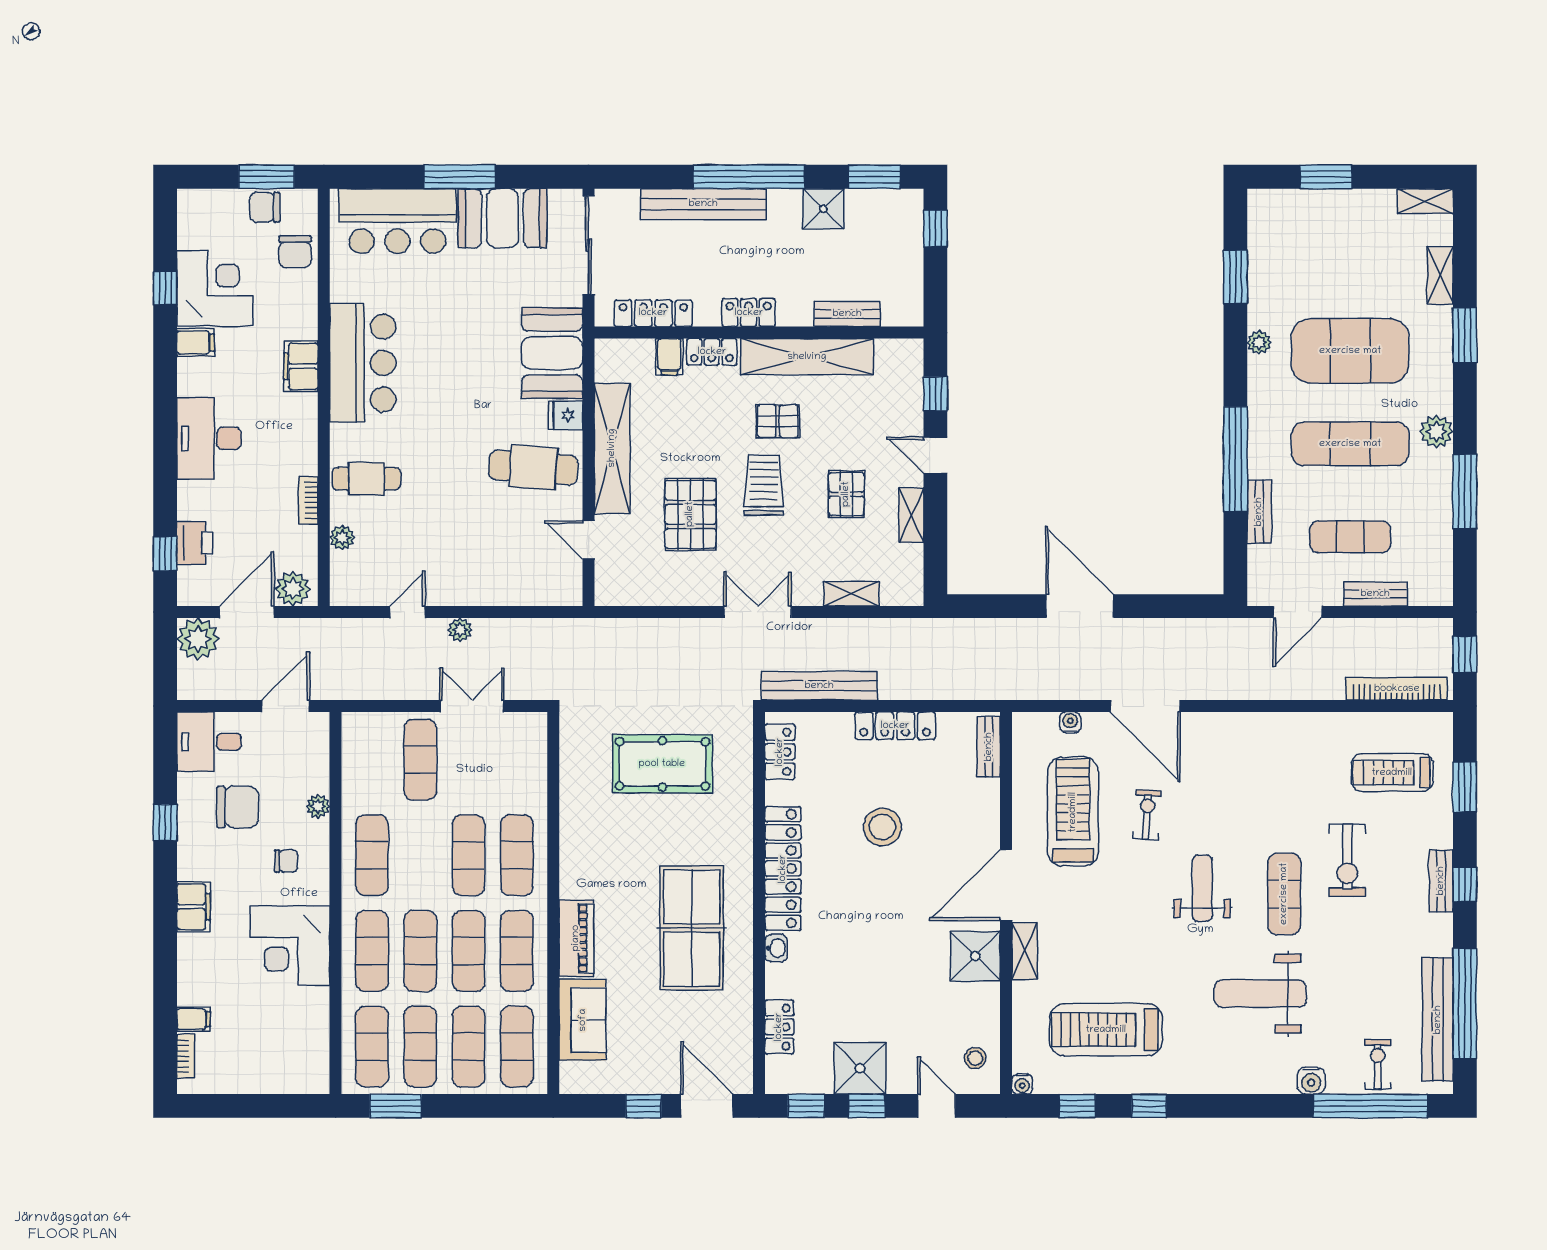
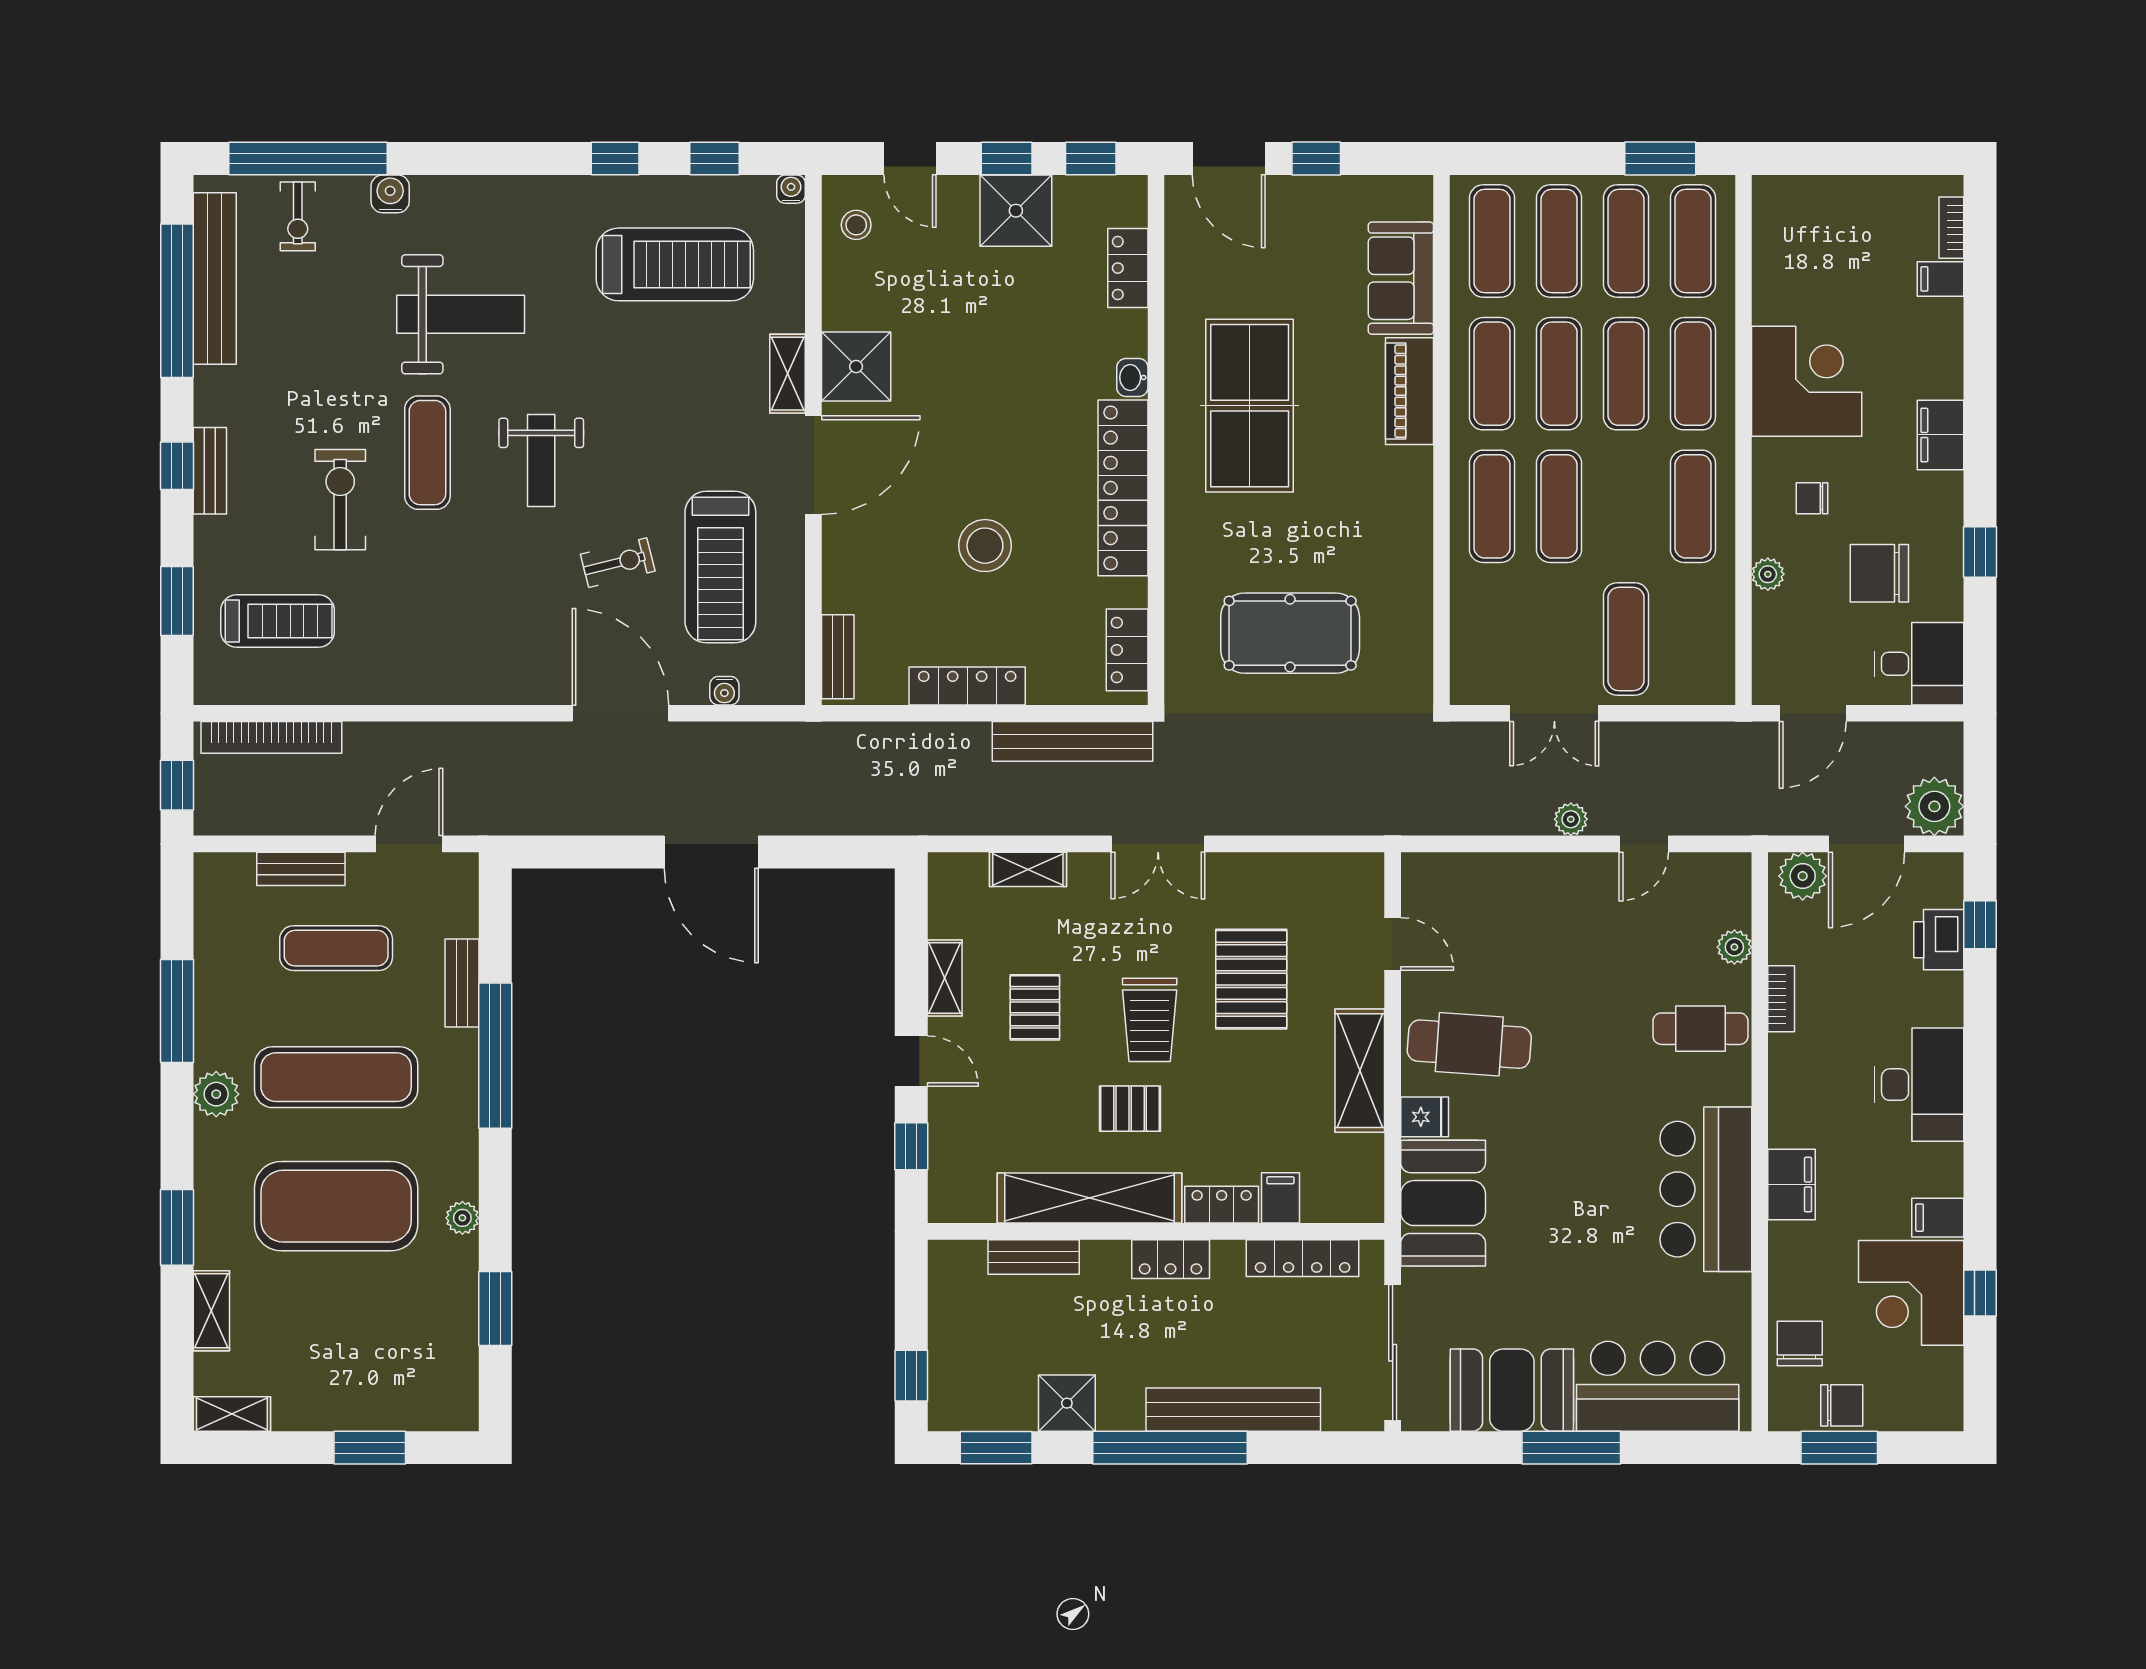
shelving: (612, 448) -> (1360, 1071), width x0.68
exercise bike: (1147, 815) -> (618, 563), turned -108

